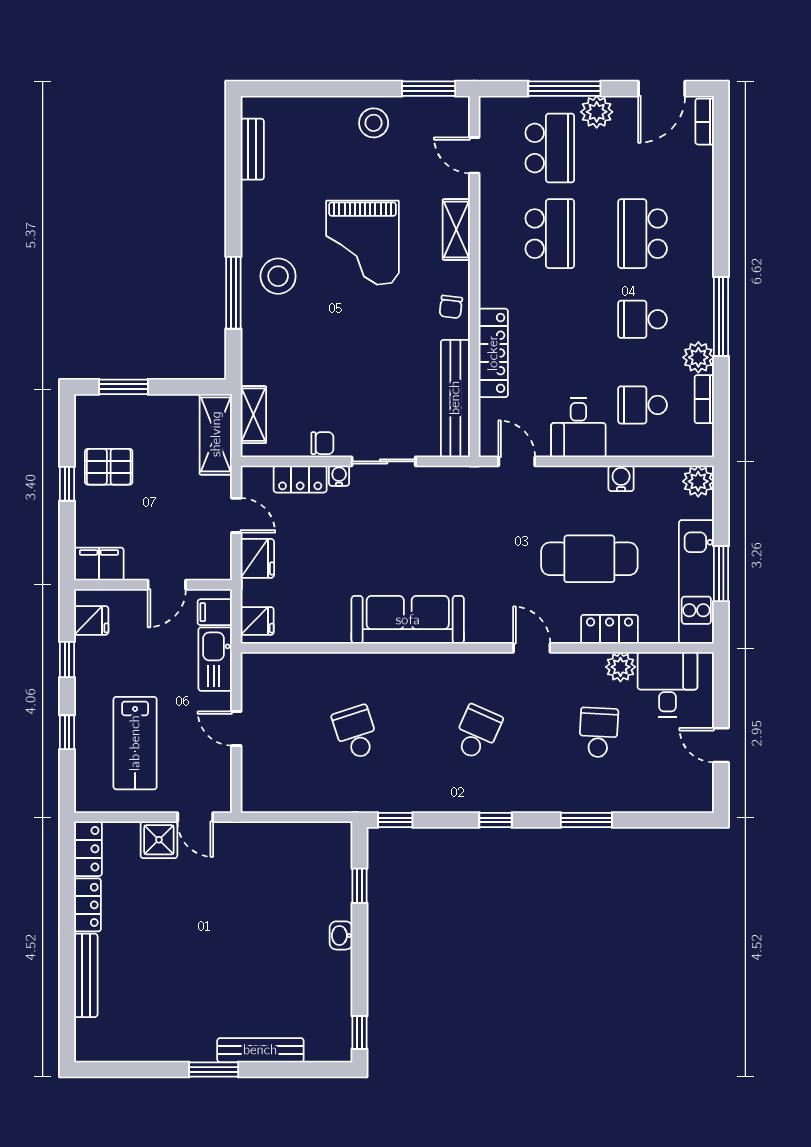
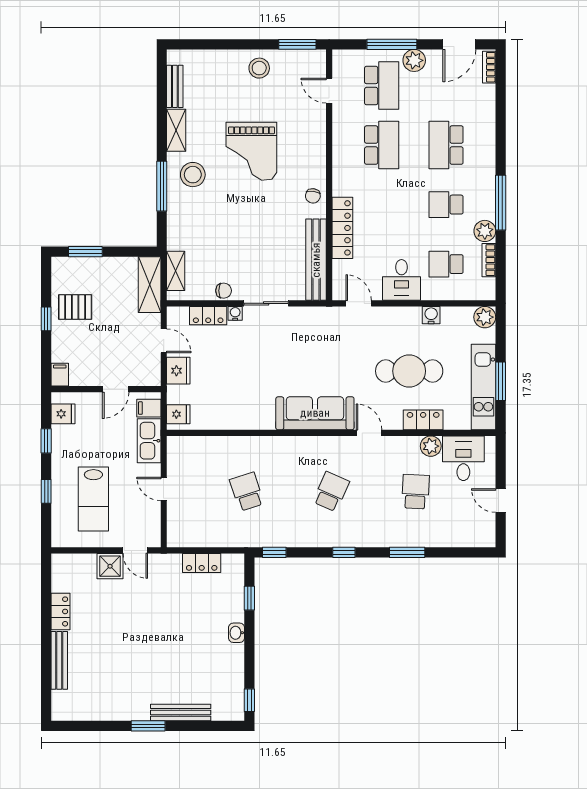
shelving: (456, 230) -> (176, 130), moved
filing cabinet: (99, 564) -> (60, 375), width x0.50
sofa: (408, 620) -> (315, 413), moved
locker: (88, 849) -> (202, 563), moved, turned 90

